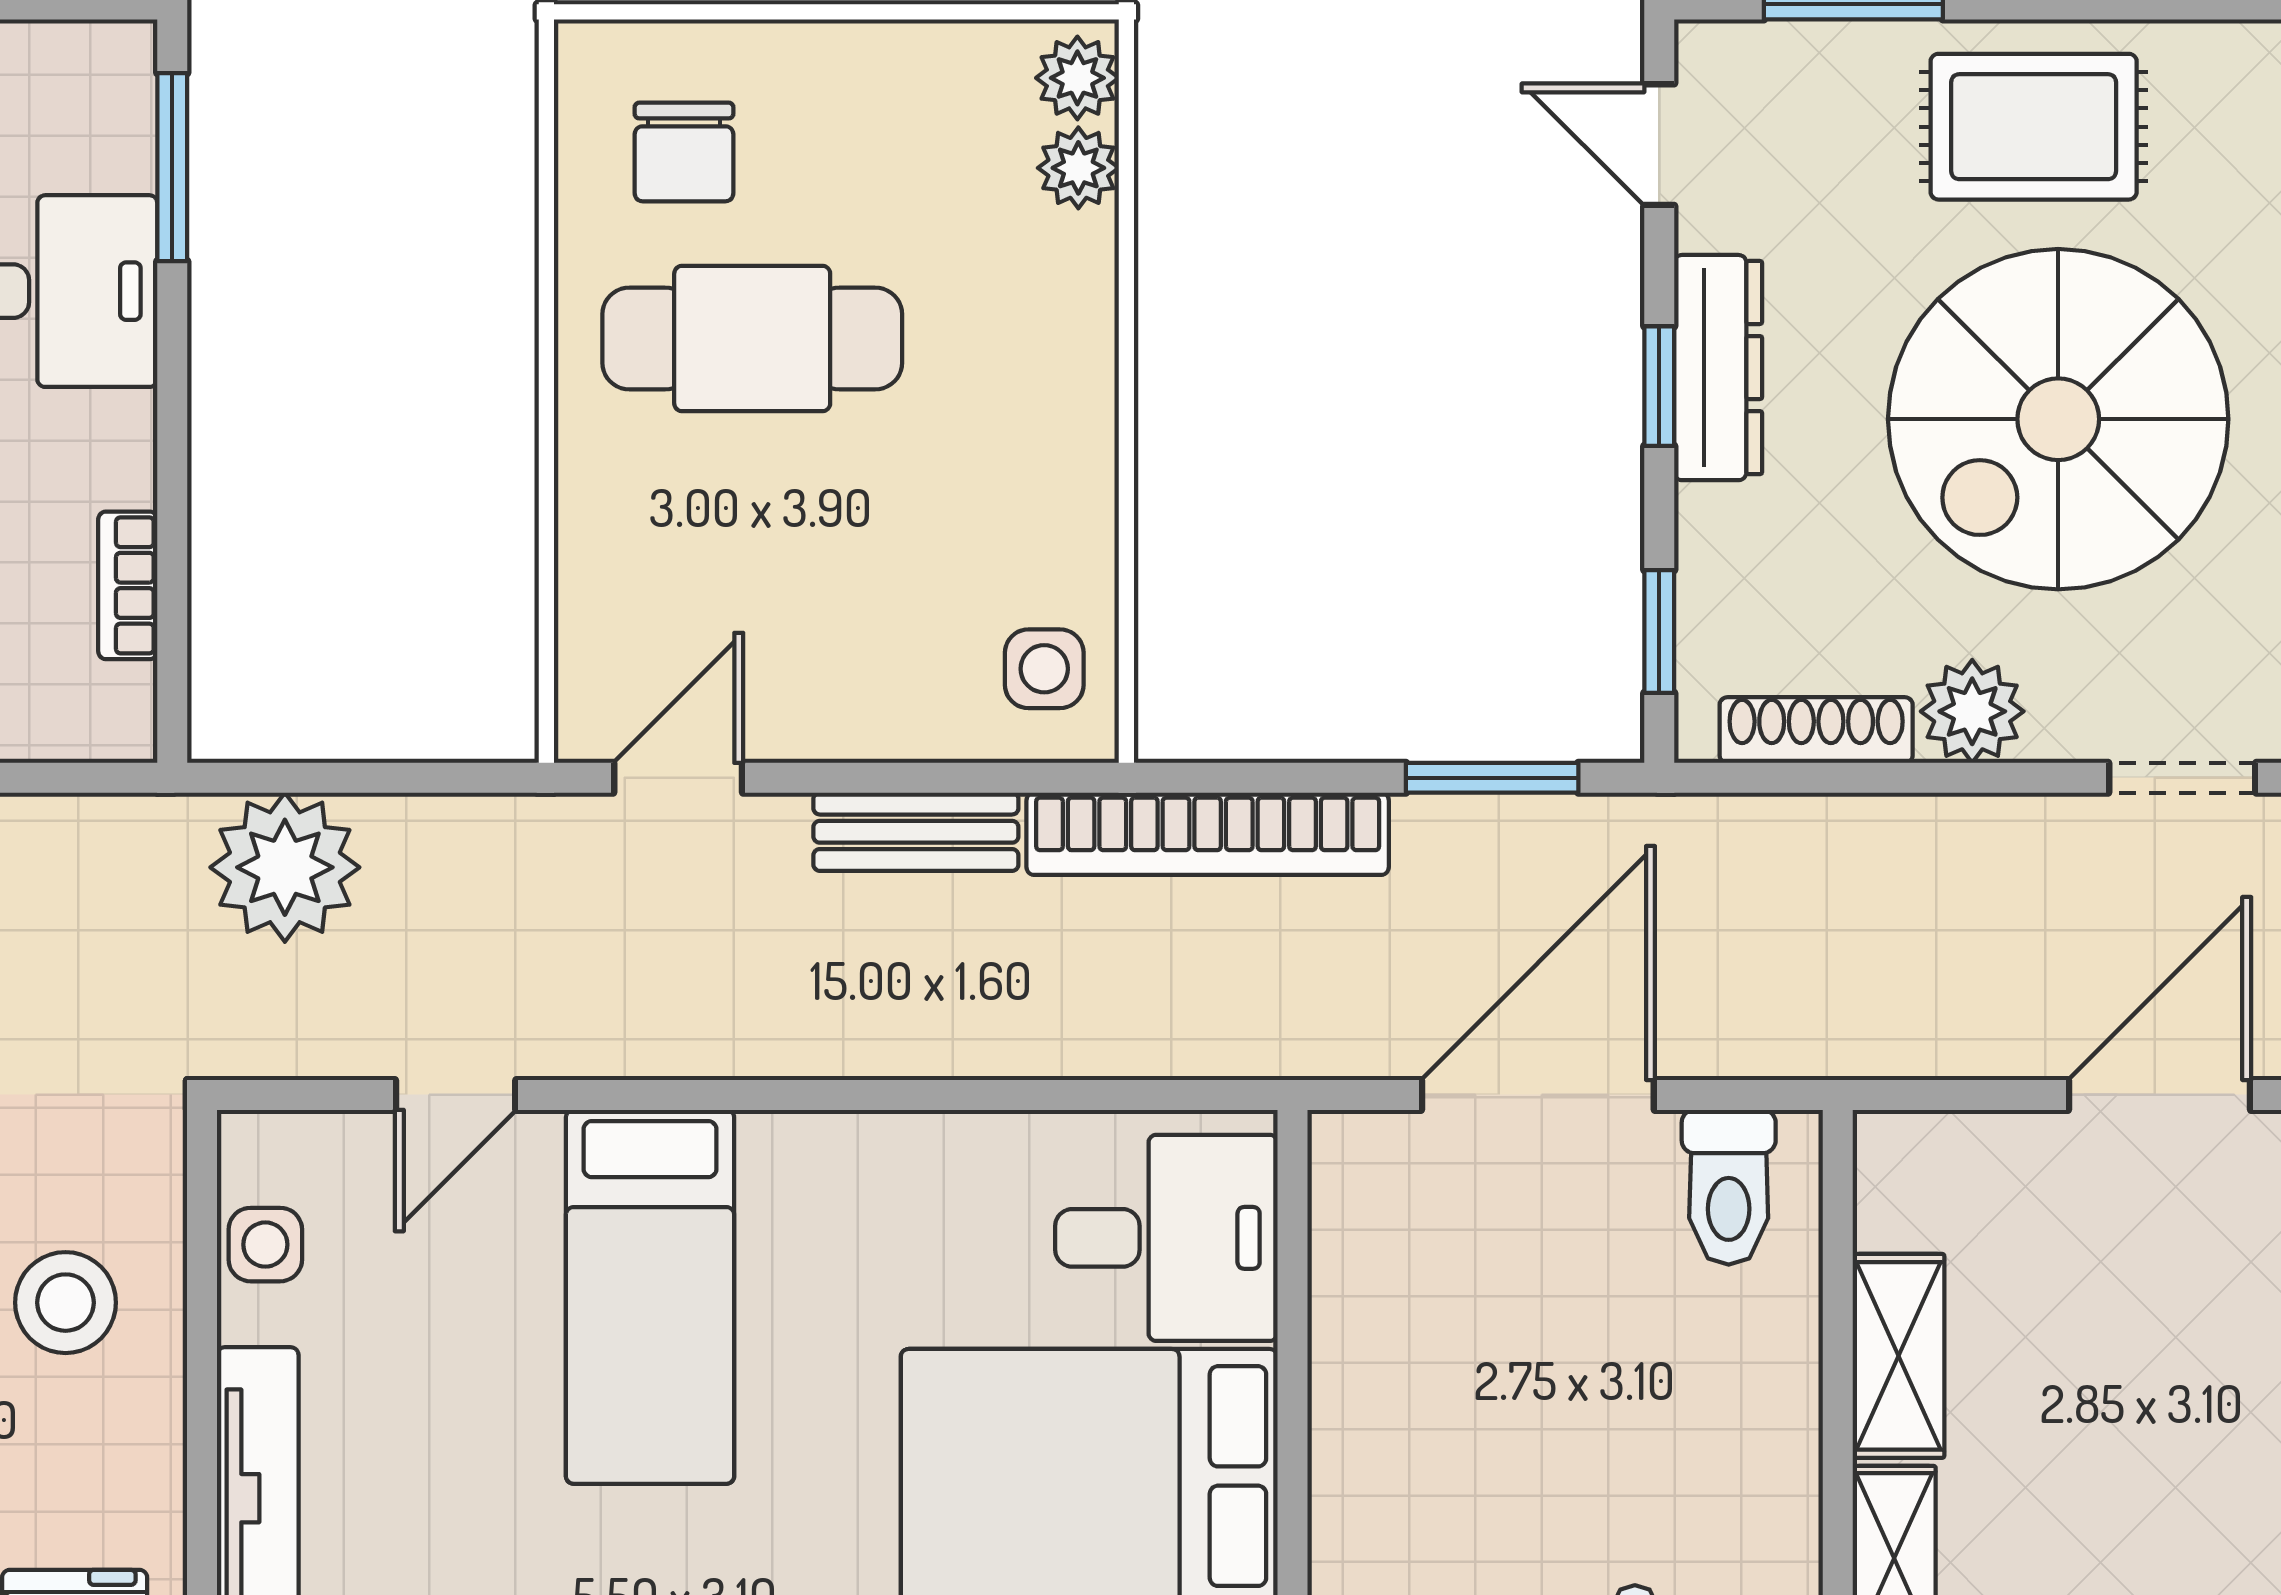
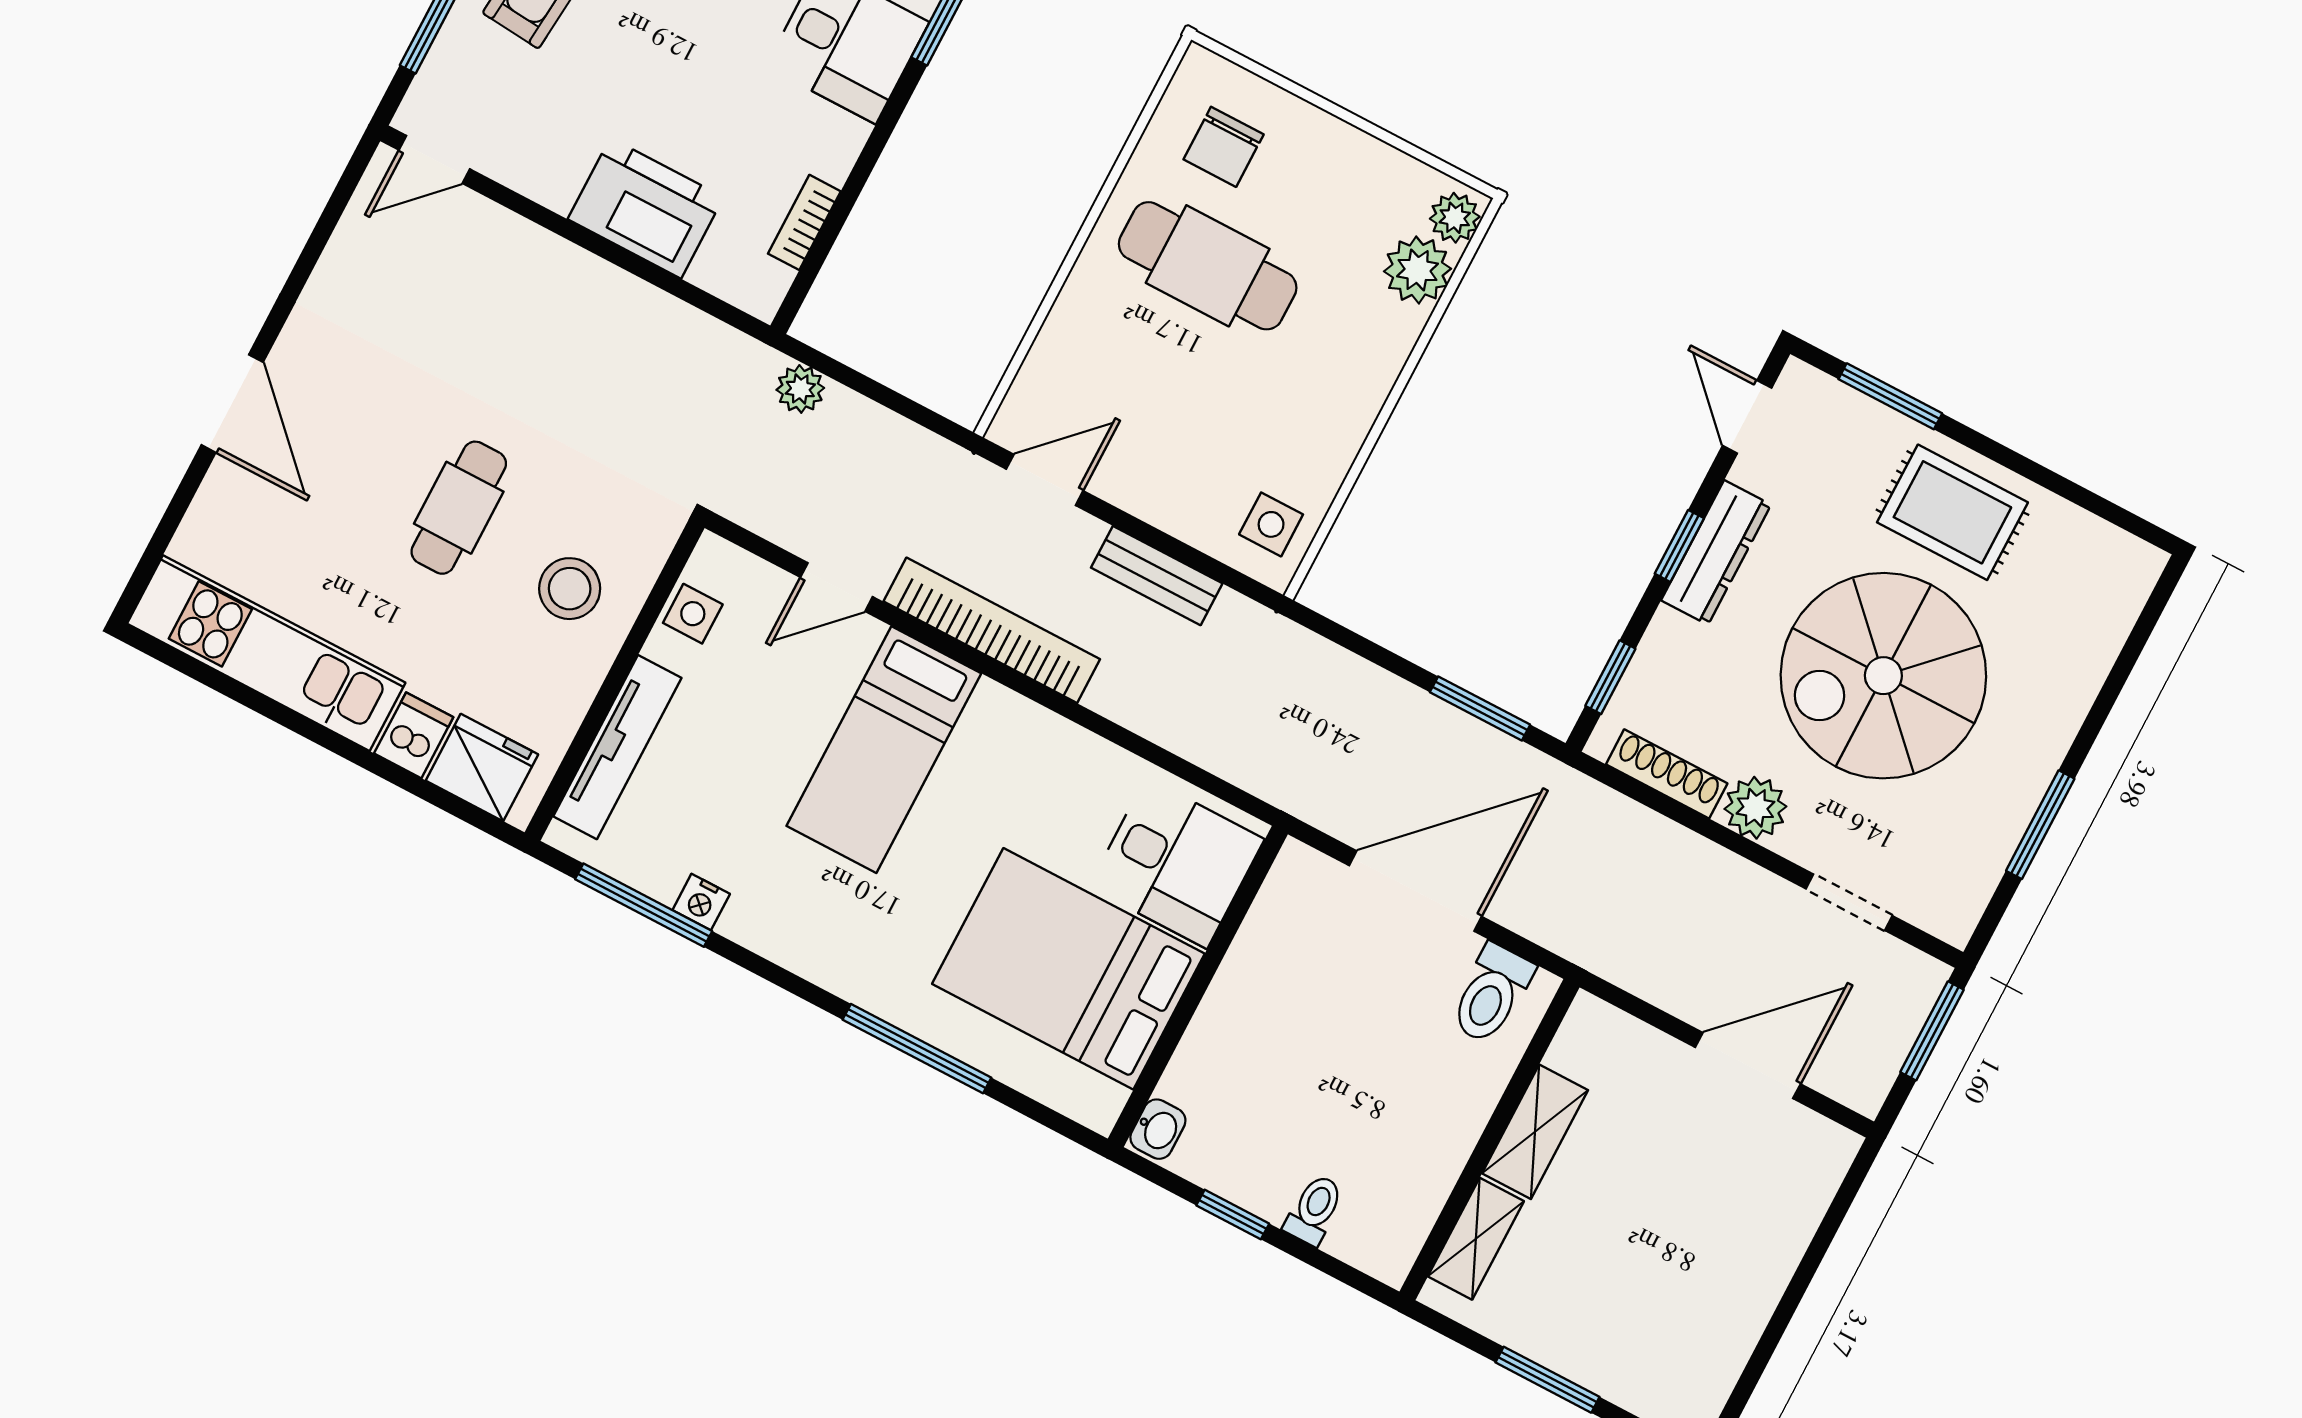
plant: (1078, 168) -> (1418, 270), width x1.38, depth x1.38
bookcase: (1208, 834) -> (992, 630), moved, turned 180
plant: (285, 867) -> (800, 389), width x0.53, depth x0.53

